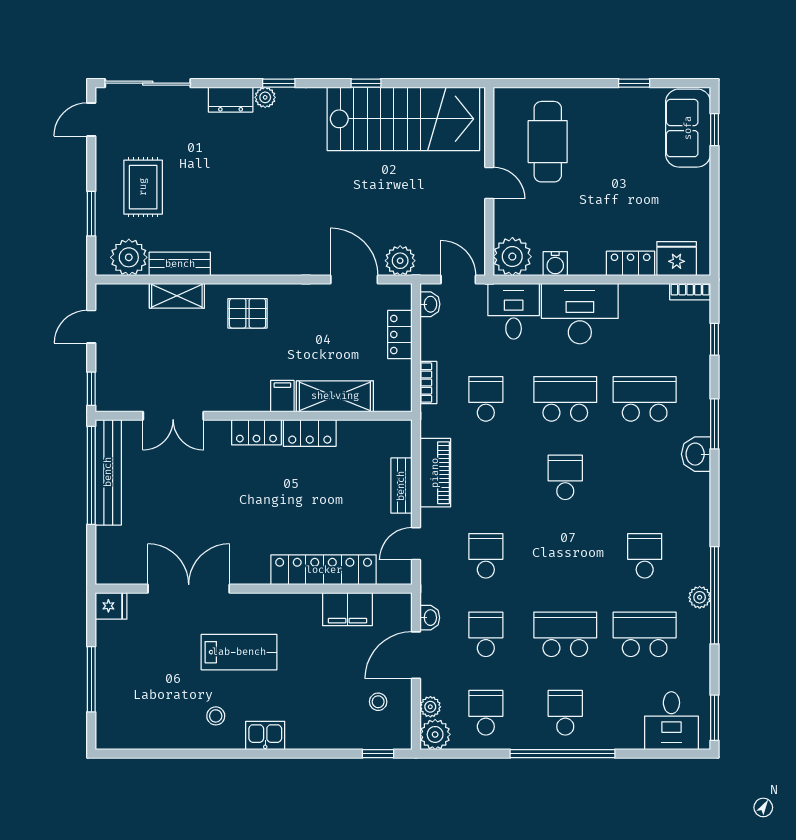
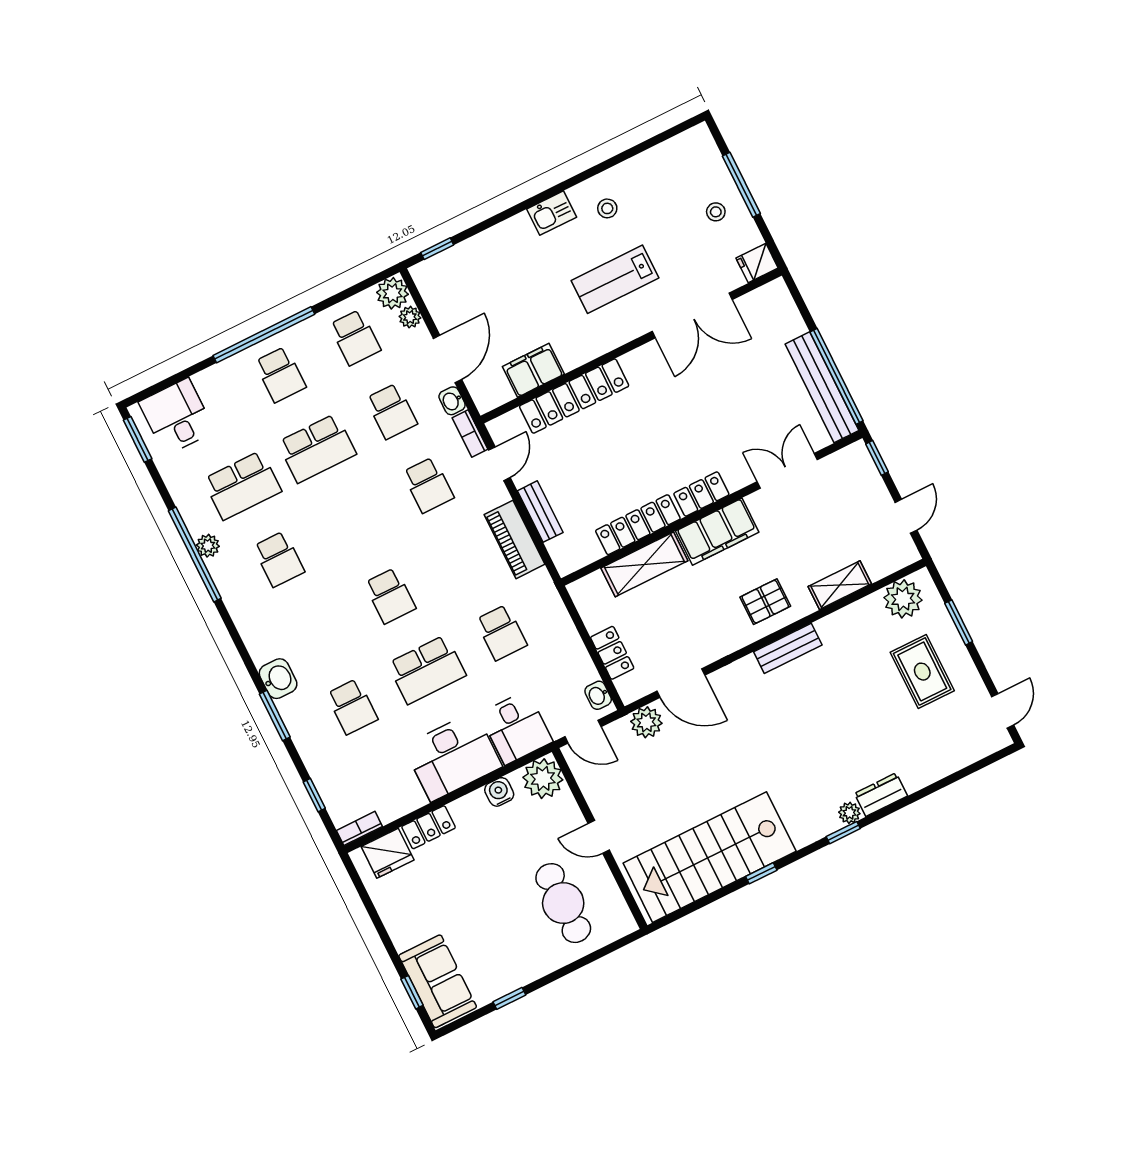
sliding door: (148, 83) -> (966, 771), removed
bench: (180, 264) -> (788, 648), moved
bookcase: (428, 383) -> (470, 433), moved
filing cabinet: (282, 396) -> (717, 532), width x3.00, depth x1.17
school desk: (645, 399) -> (352, 707), width x0.54
locker: (310, 433) -> (638, 525), width x1.53
stool: (378, 702) -> (716, 212), moved

